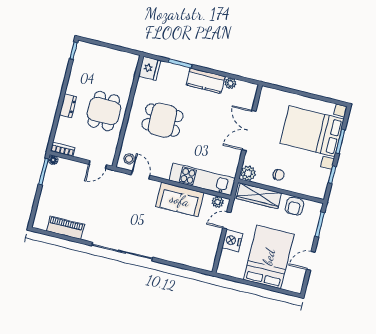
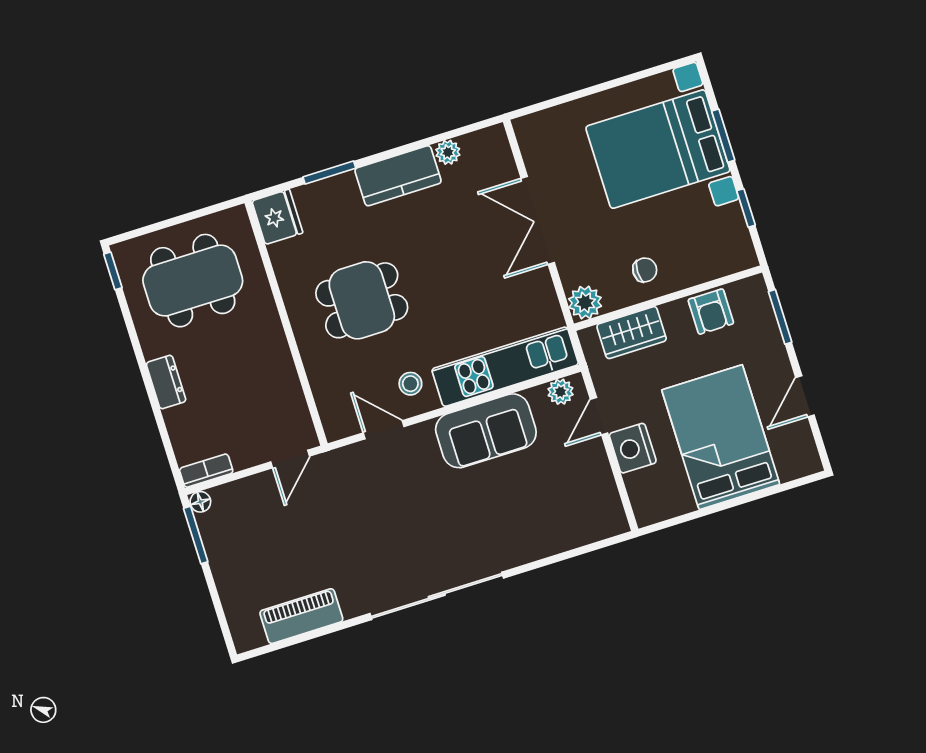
dining table: (104, 111) -> (193, 281), moved, width x1.38
stool: (129, 159) -> (410, 384), moved
wardrobe: (259, 196) -> (632, 333), width x0.67

